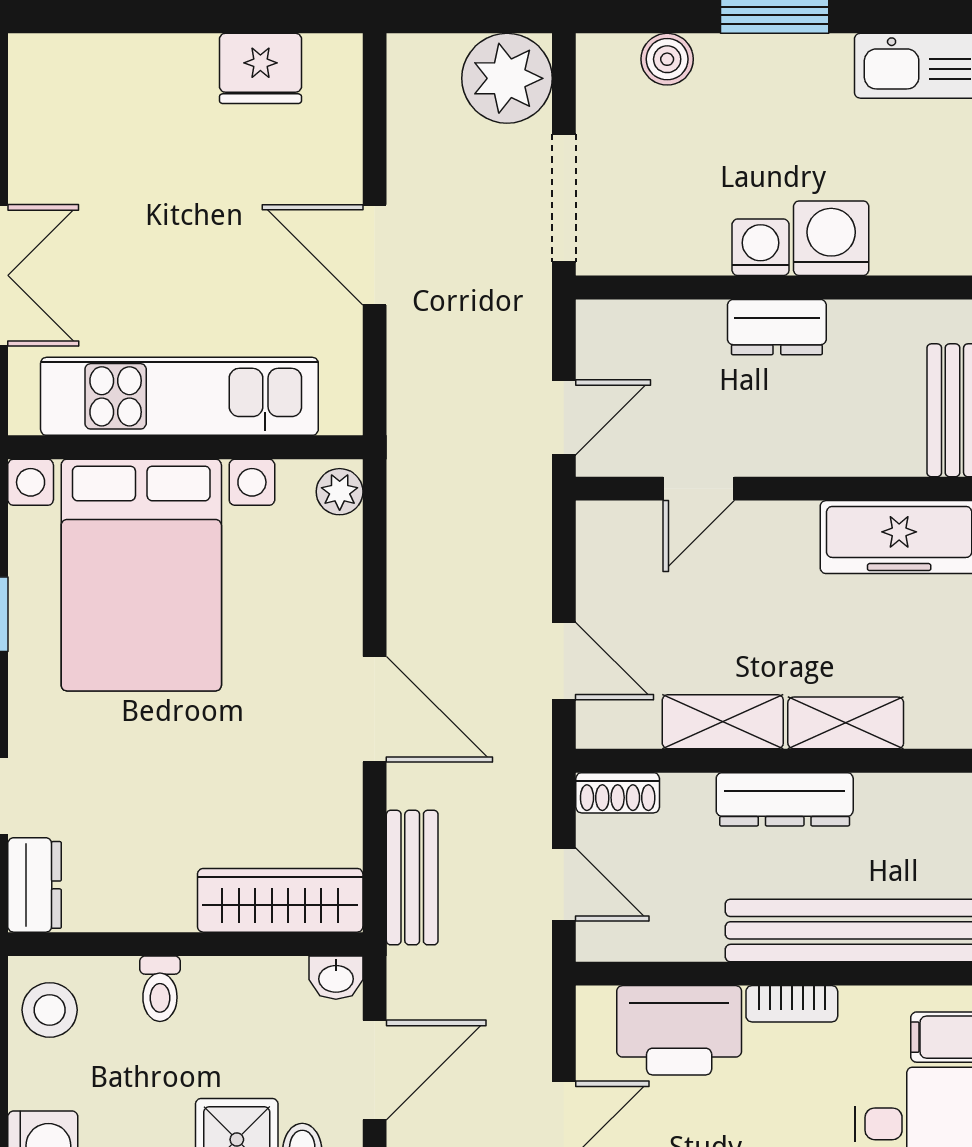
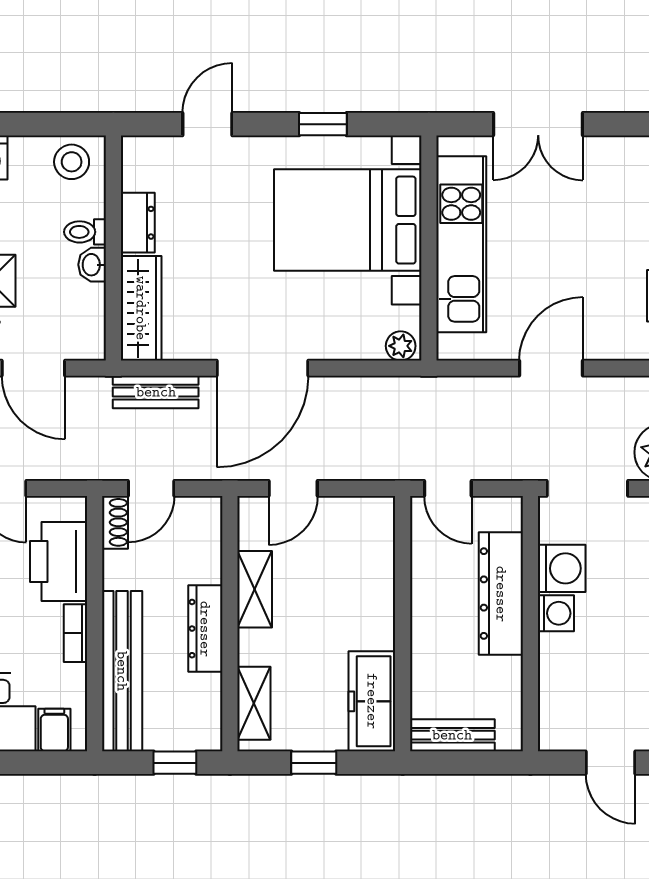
washing machine: (831, 238) -> (562, 568), moved
dresser: (777, 327) -> (501, 594), width x1.96, depth x1.24
door: (699, 489) -> (403, 574), removed
door: (375, 709) -> (263, 368), width x1.36
shelving: (846, 723) -> (254, 703), moved
shoe rack: (618, 793) -> (115, 522), moved, turned 180
dresser: (35, 885) -> (138, 223), moved, turned -90
washbasin: (336, 978) -> (92, 265), moved

